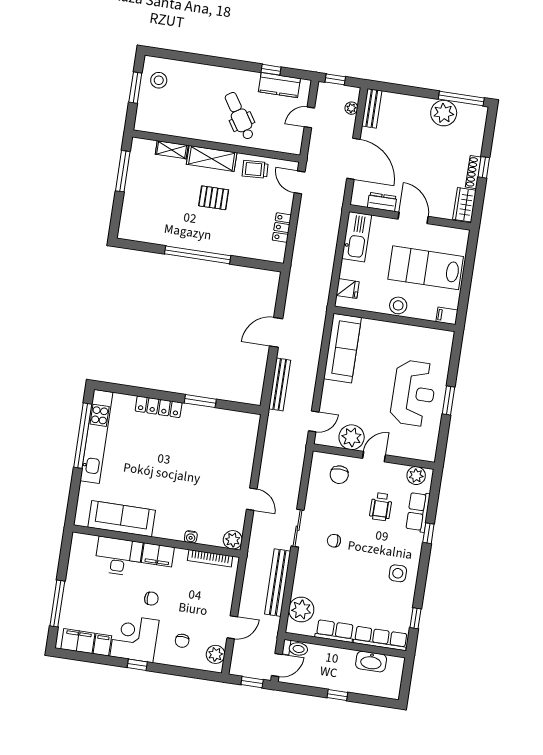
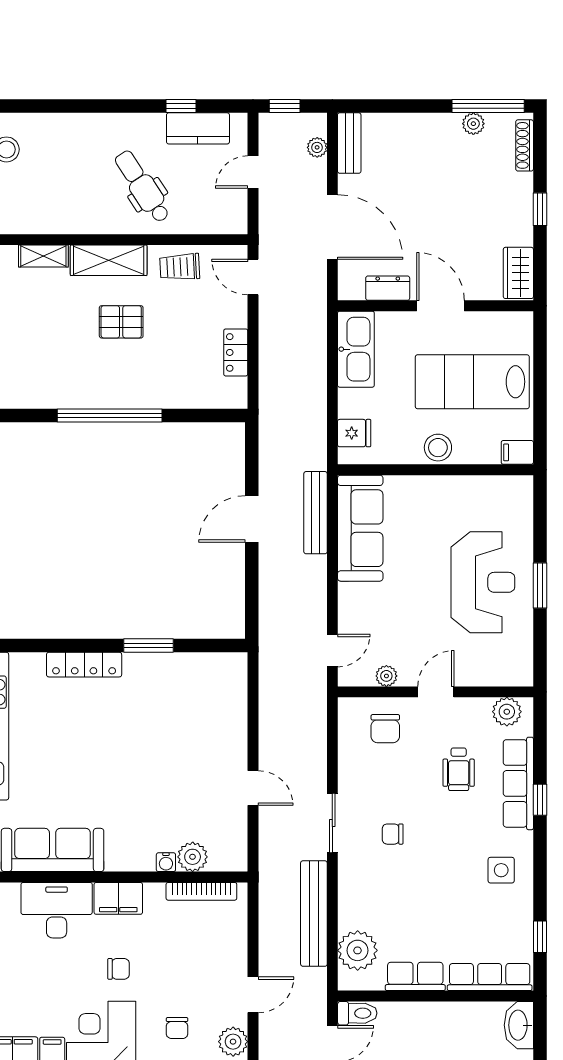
plant: (444, 113) -> (473, 124), width x0.53, depth x0.53
shoe rack: (473, 172) -> (525, 145), moved
bench: (280, 384) -> (316, 513), moved
plant: (352, 437) -> (386, 676), width x0.53, depth x0.53
row of seats: (418, 512) -> (518, 783), width x1.48
plant: (233, 540) -> (193, 857), moved
washbasin: (371, 662) -> (519, 1025), moved, turned 90

